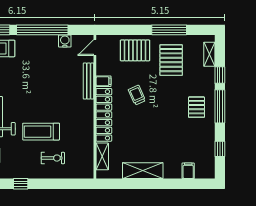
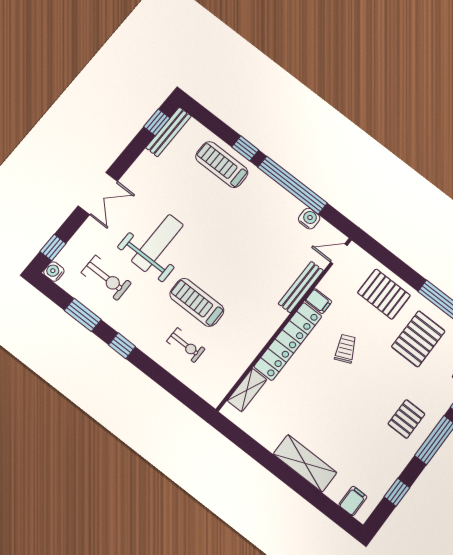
shelving: (143, 171) -> (305, 463), moved
filing cabinet: (188, 171) -> (353, 501), moved

